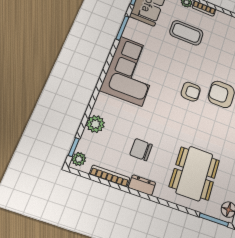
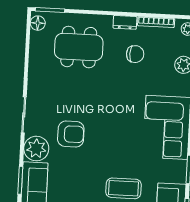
armchair: (191, 92) -> (103, 126), removed
dining table: (195, 173) -> (79, 47), turned 90

